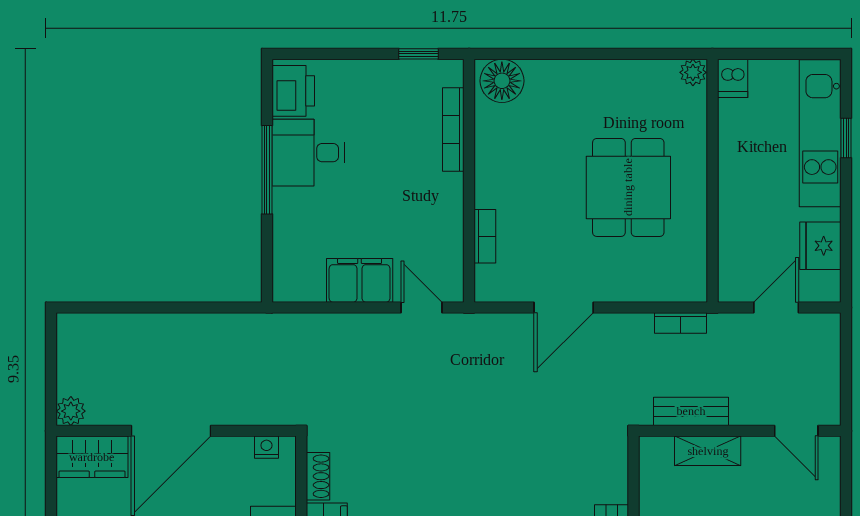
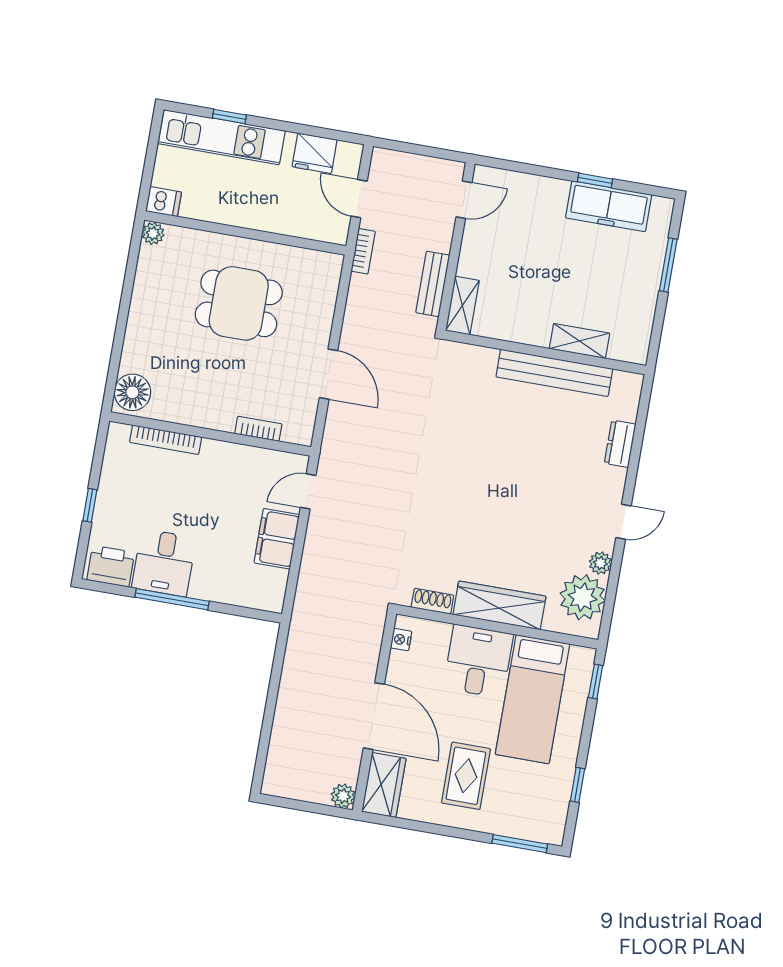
window: (418, 54) -> (90, 505), moved
bookcase: (680, 323) -> (363, 251), moved
shelving: (708, 451) -> (462, 306), moved

